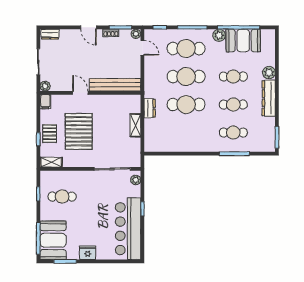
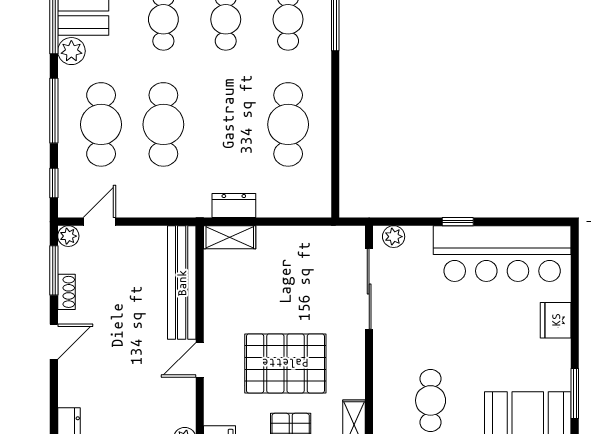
cafe table: (186, 105) -> (288, 124), moved
shelving: (135, 125) -> (230, 237), moved
fridge: (88, 253) -> (556, 320), moved

